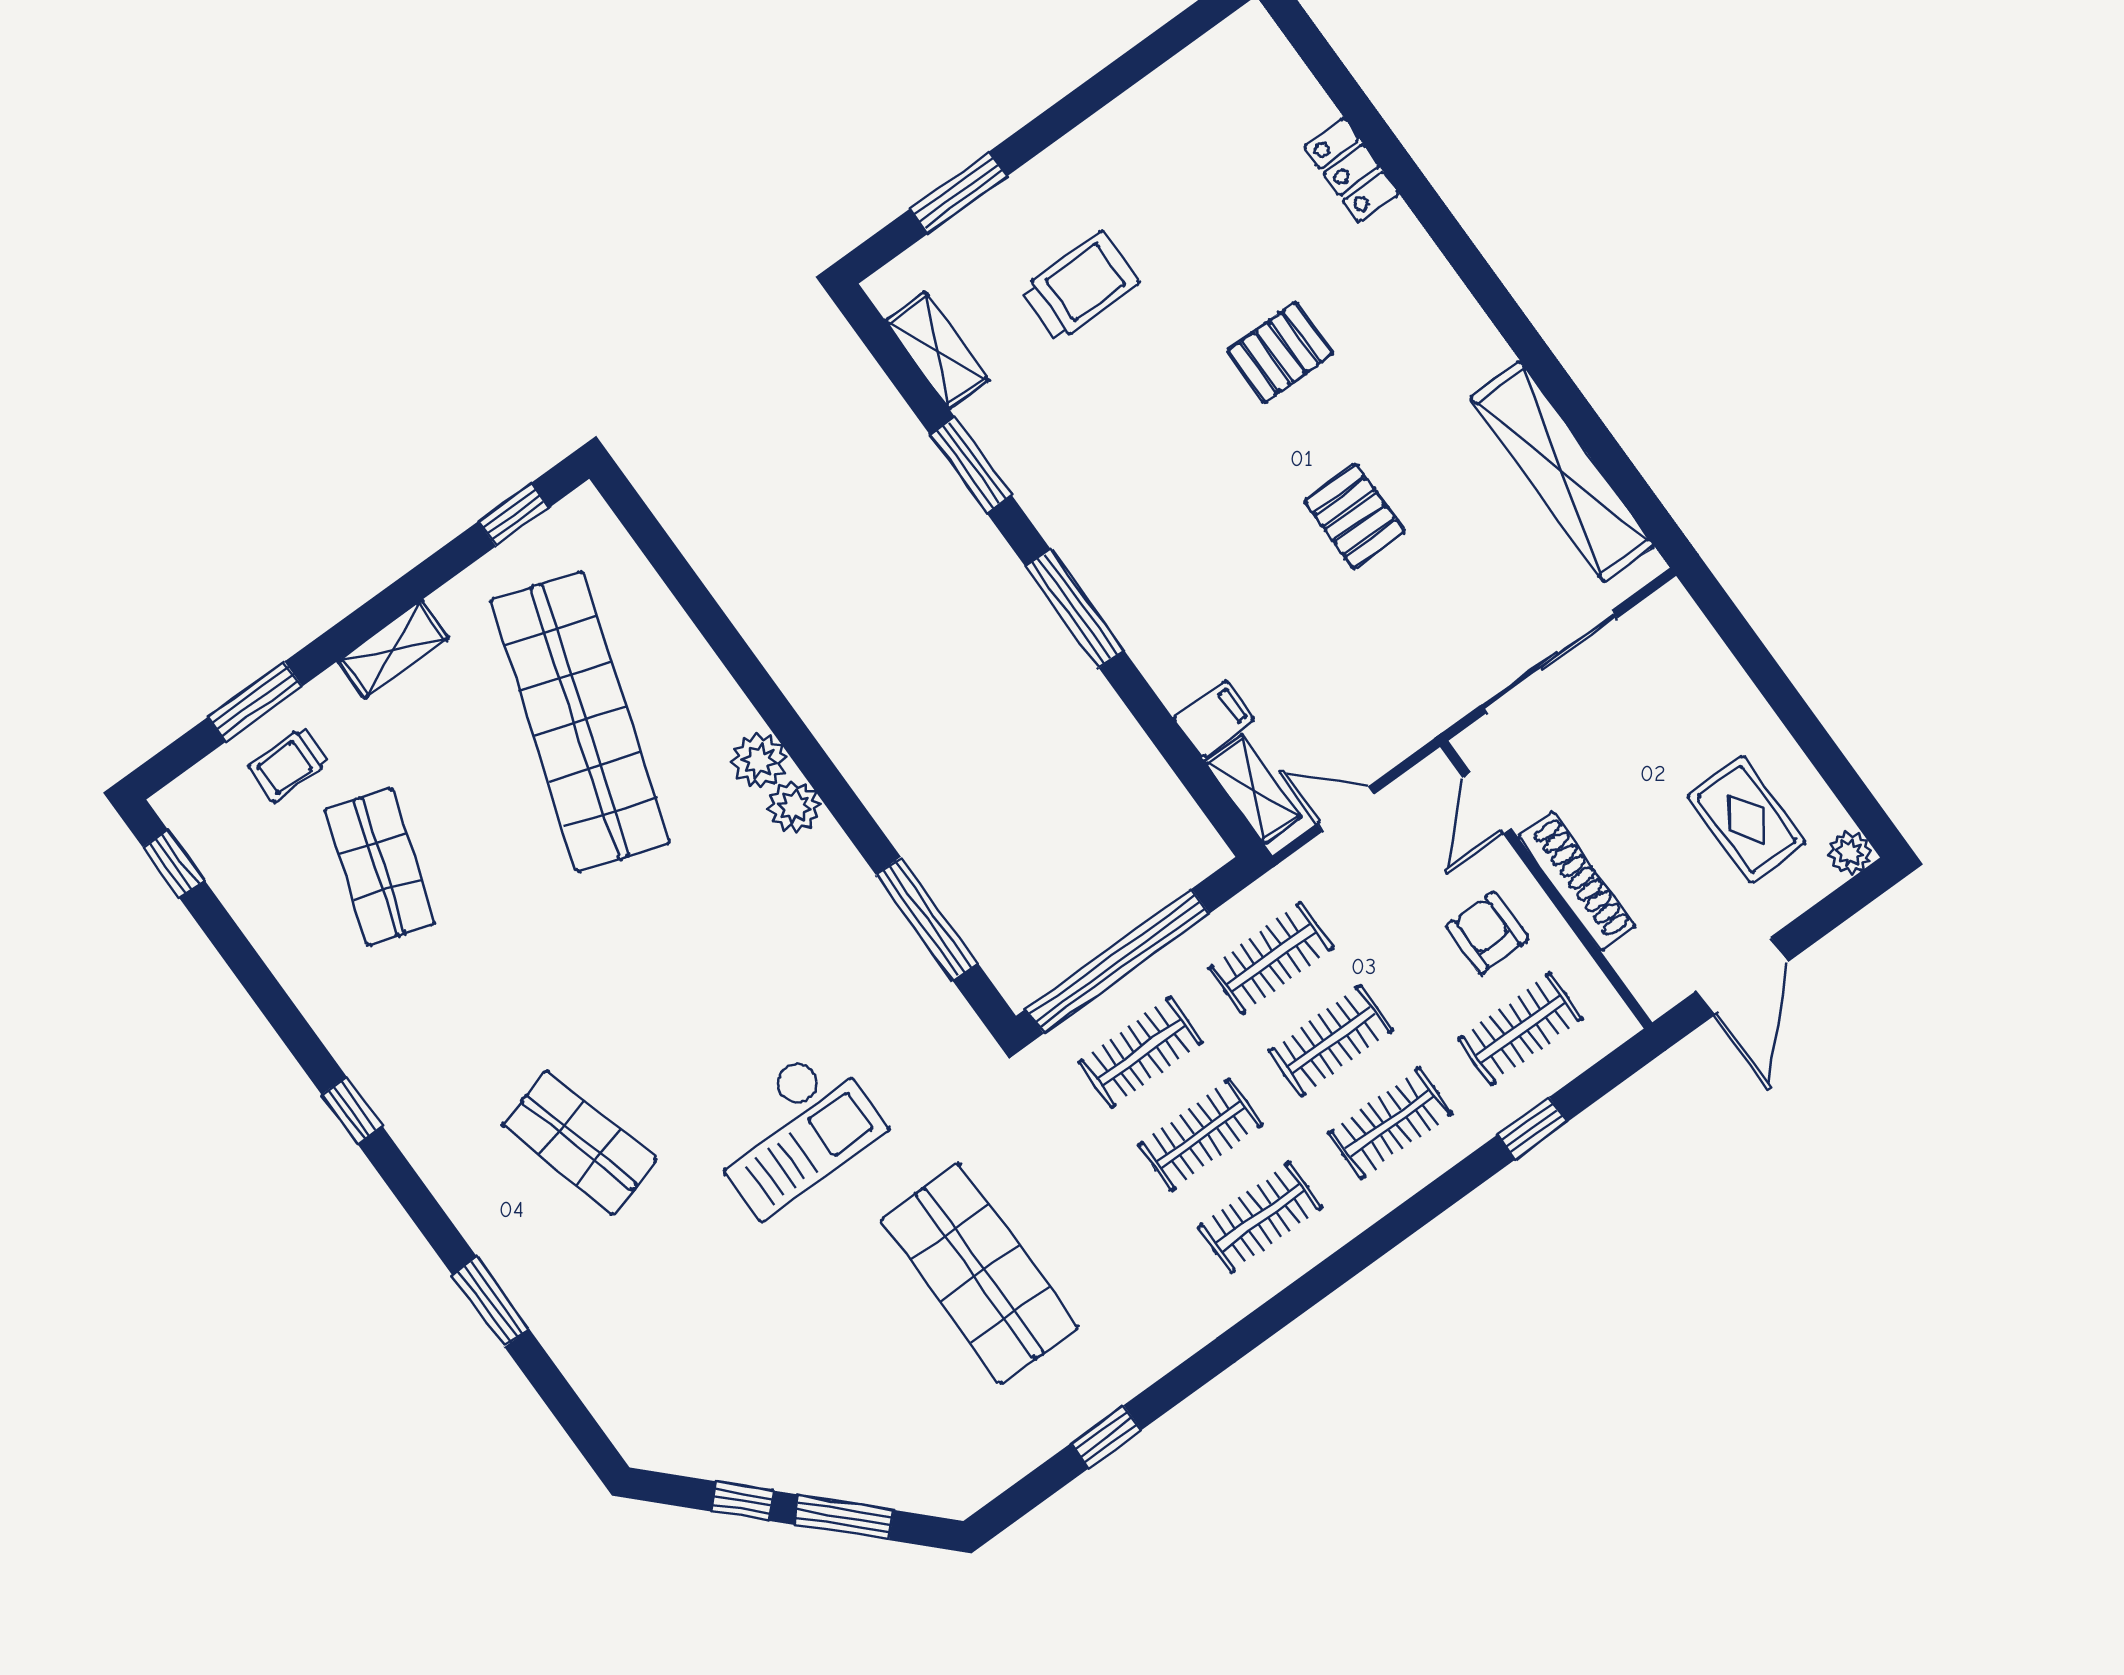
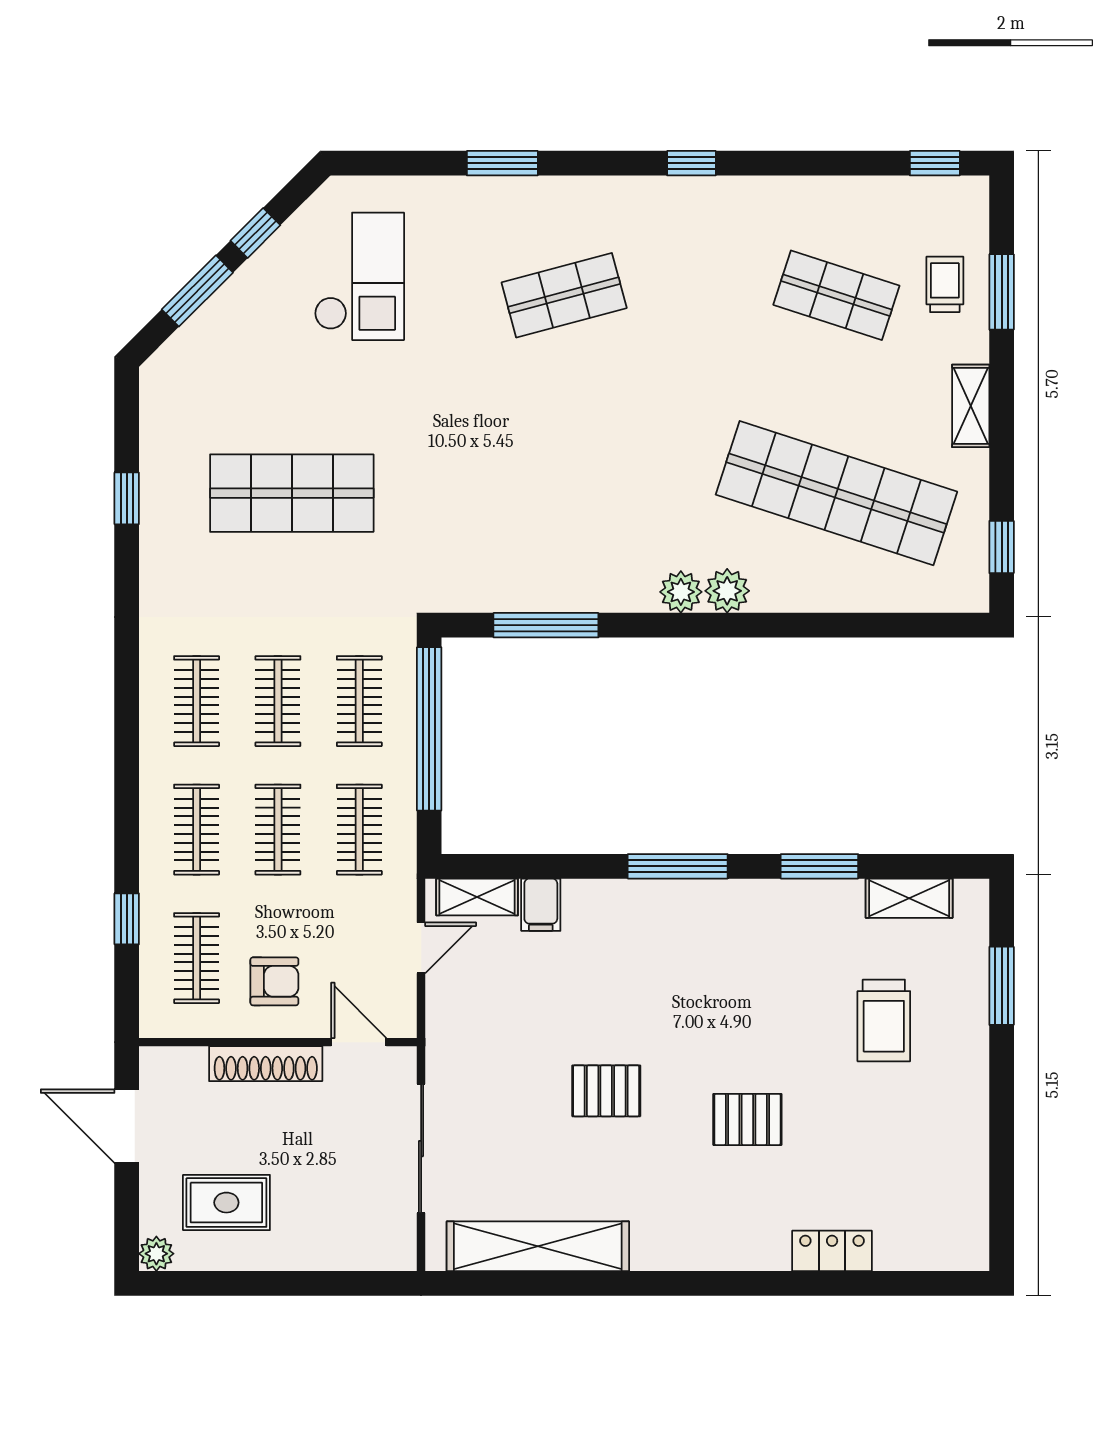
pallet: (1280, 352) -> (747, 1119), turned 90
checkout: (793, 1131) -> (359, 276), moved, turned 180

